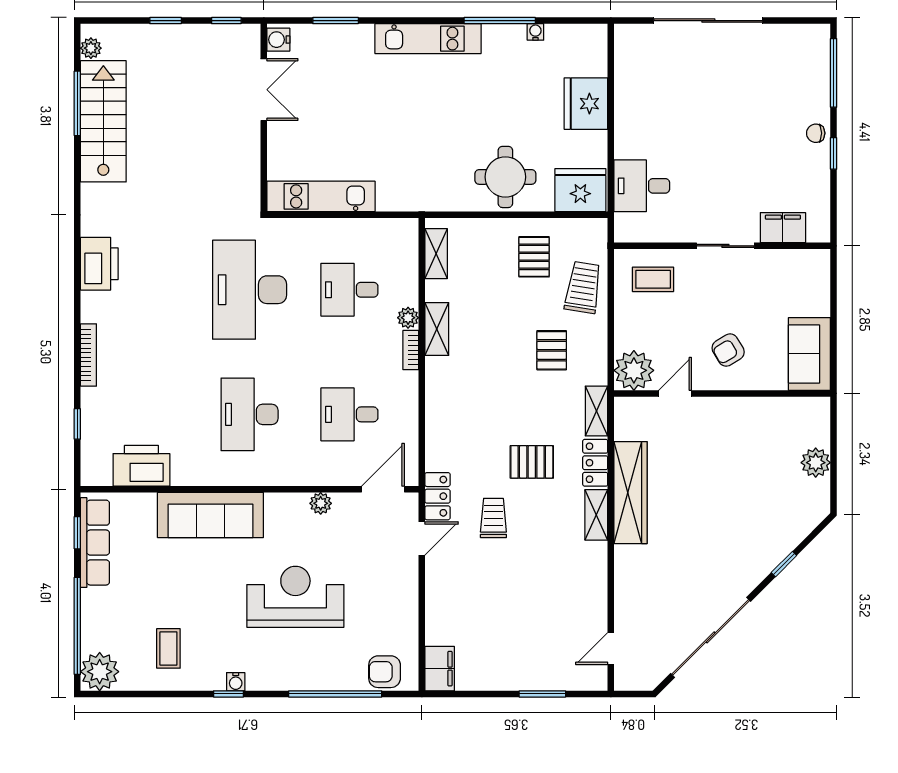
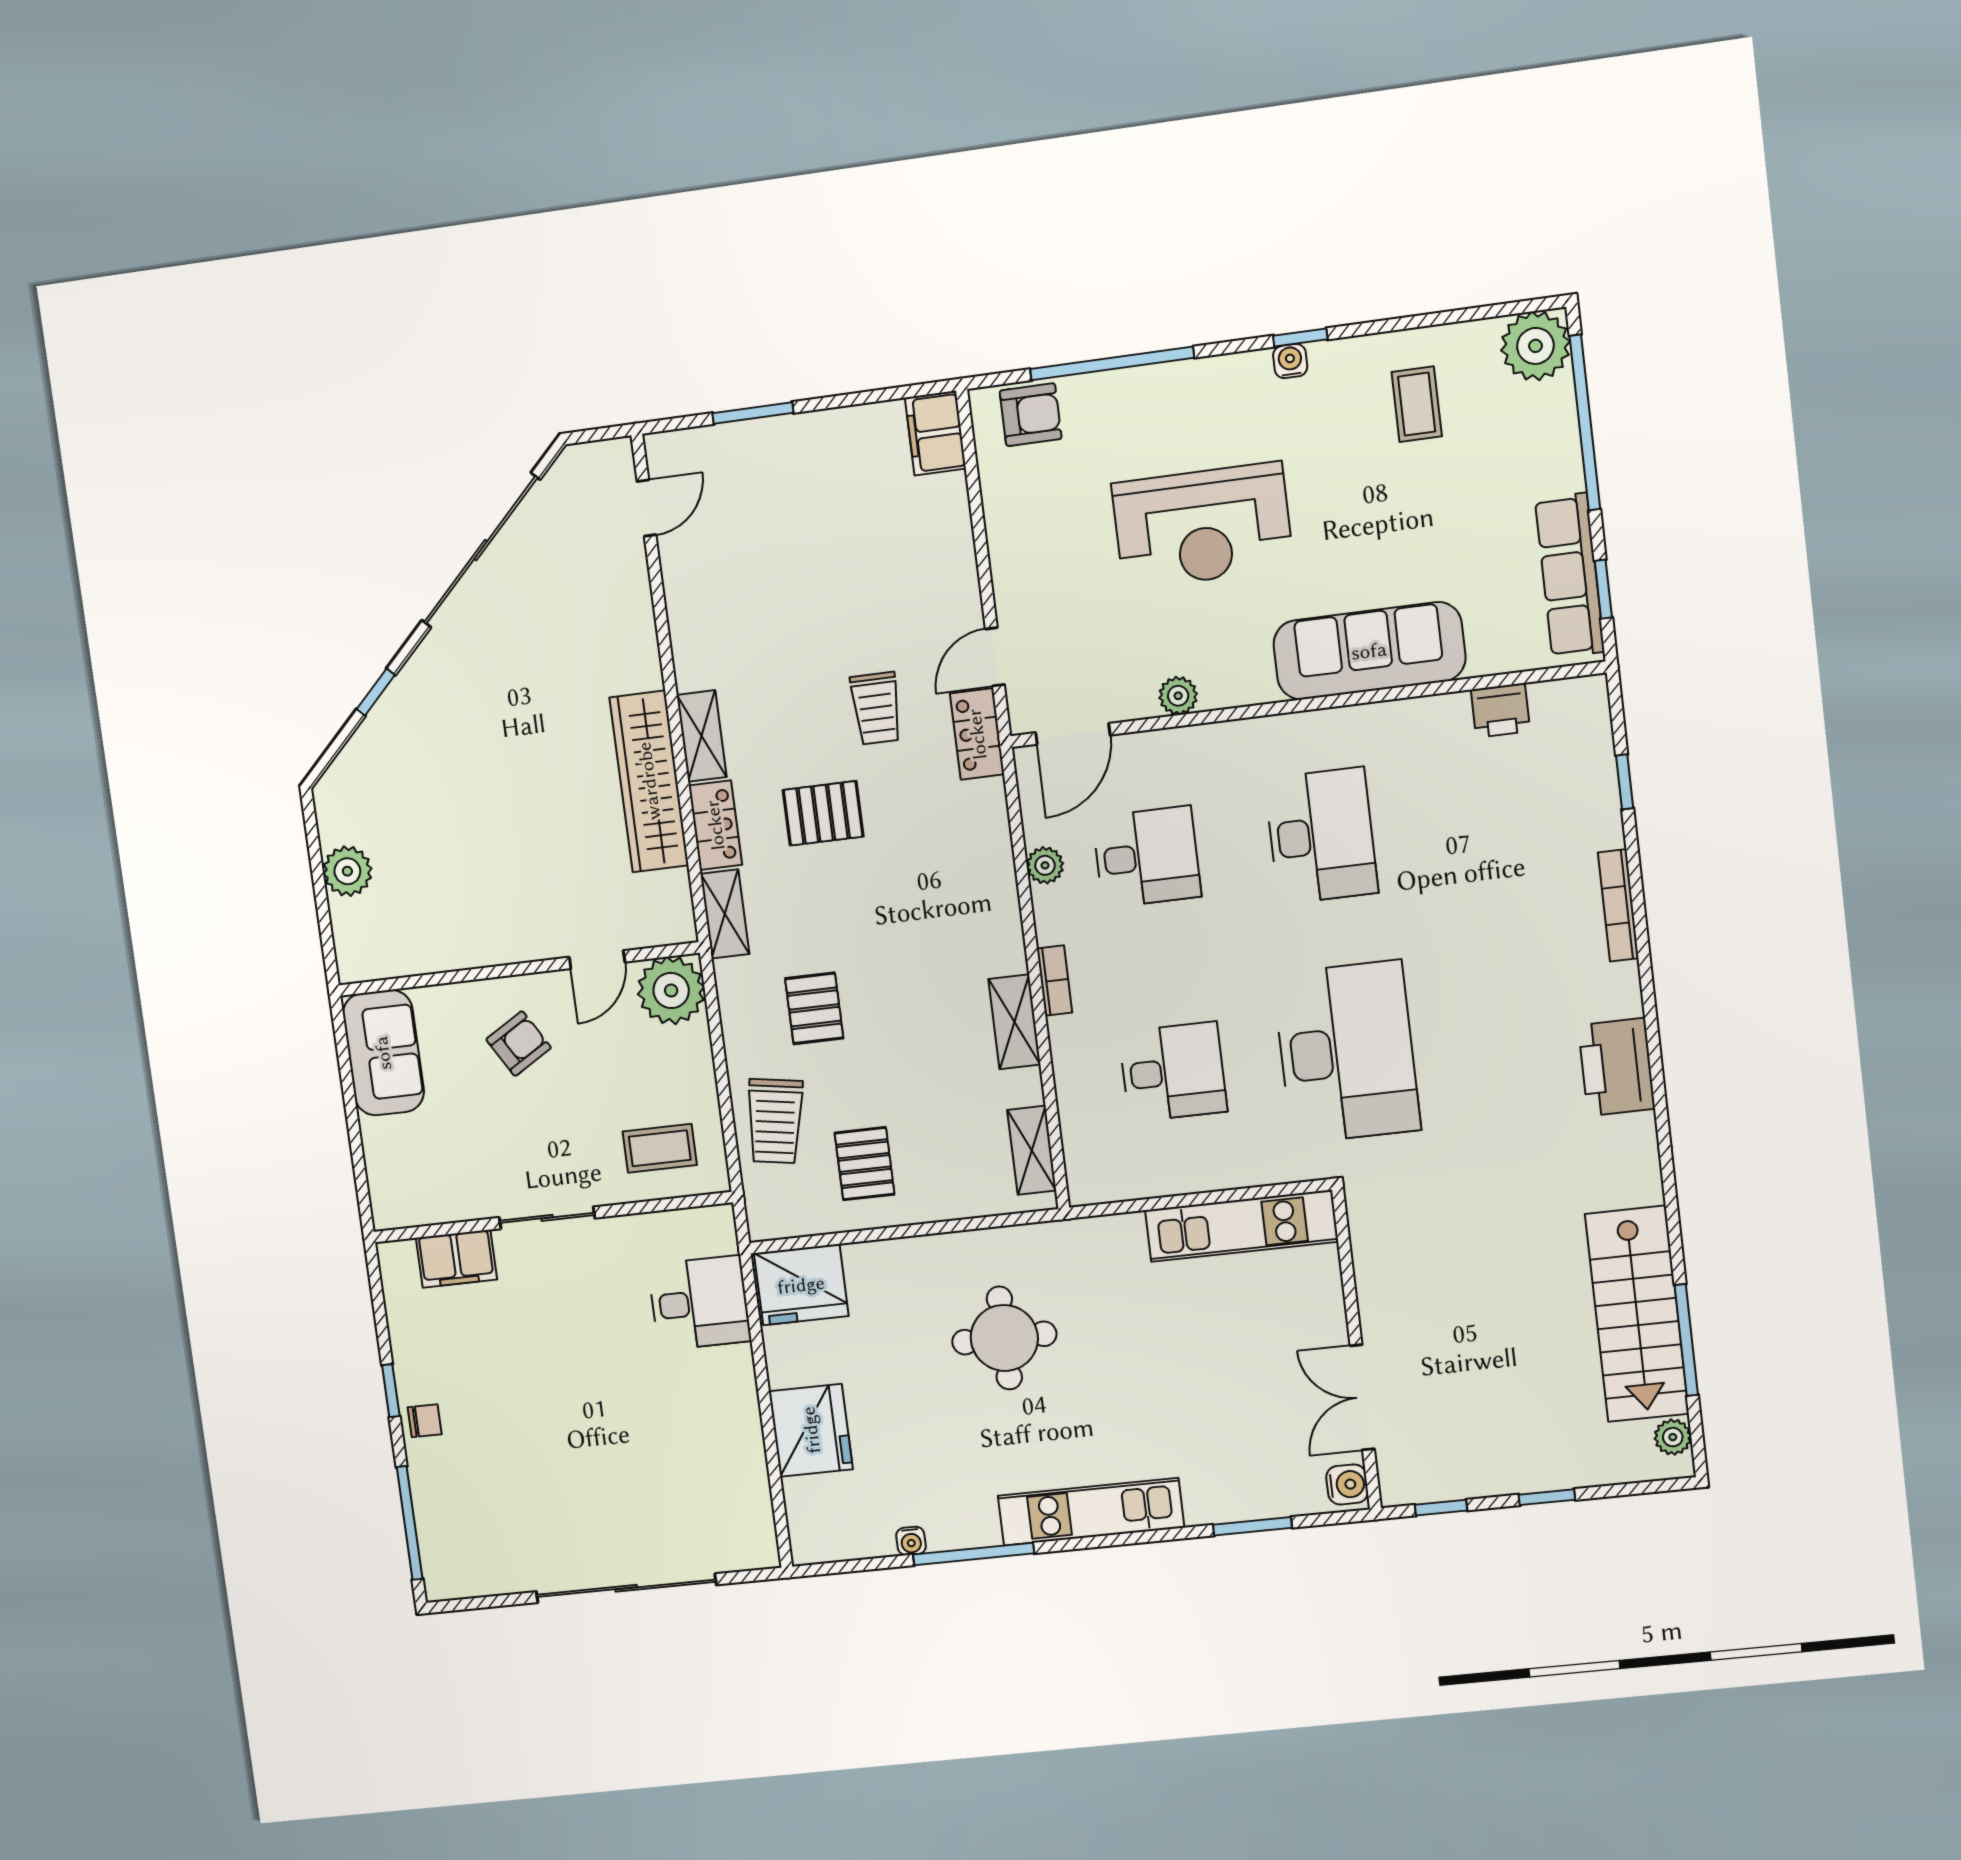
round table: (505, 177) -> (1004, 1338), moved
plant: (408, 318) -> (1045, 865), moved
printer: (141, 466) -> (1500, 710), width x0.53, depth x0.68

